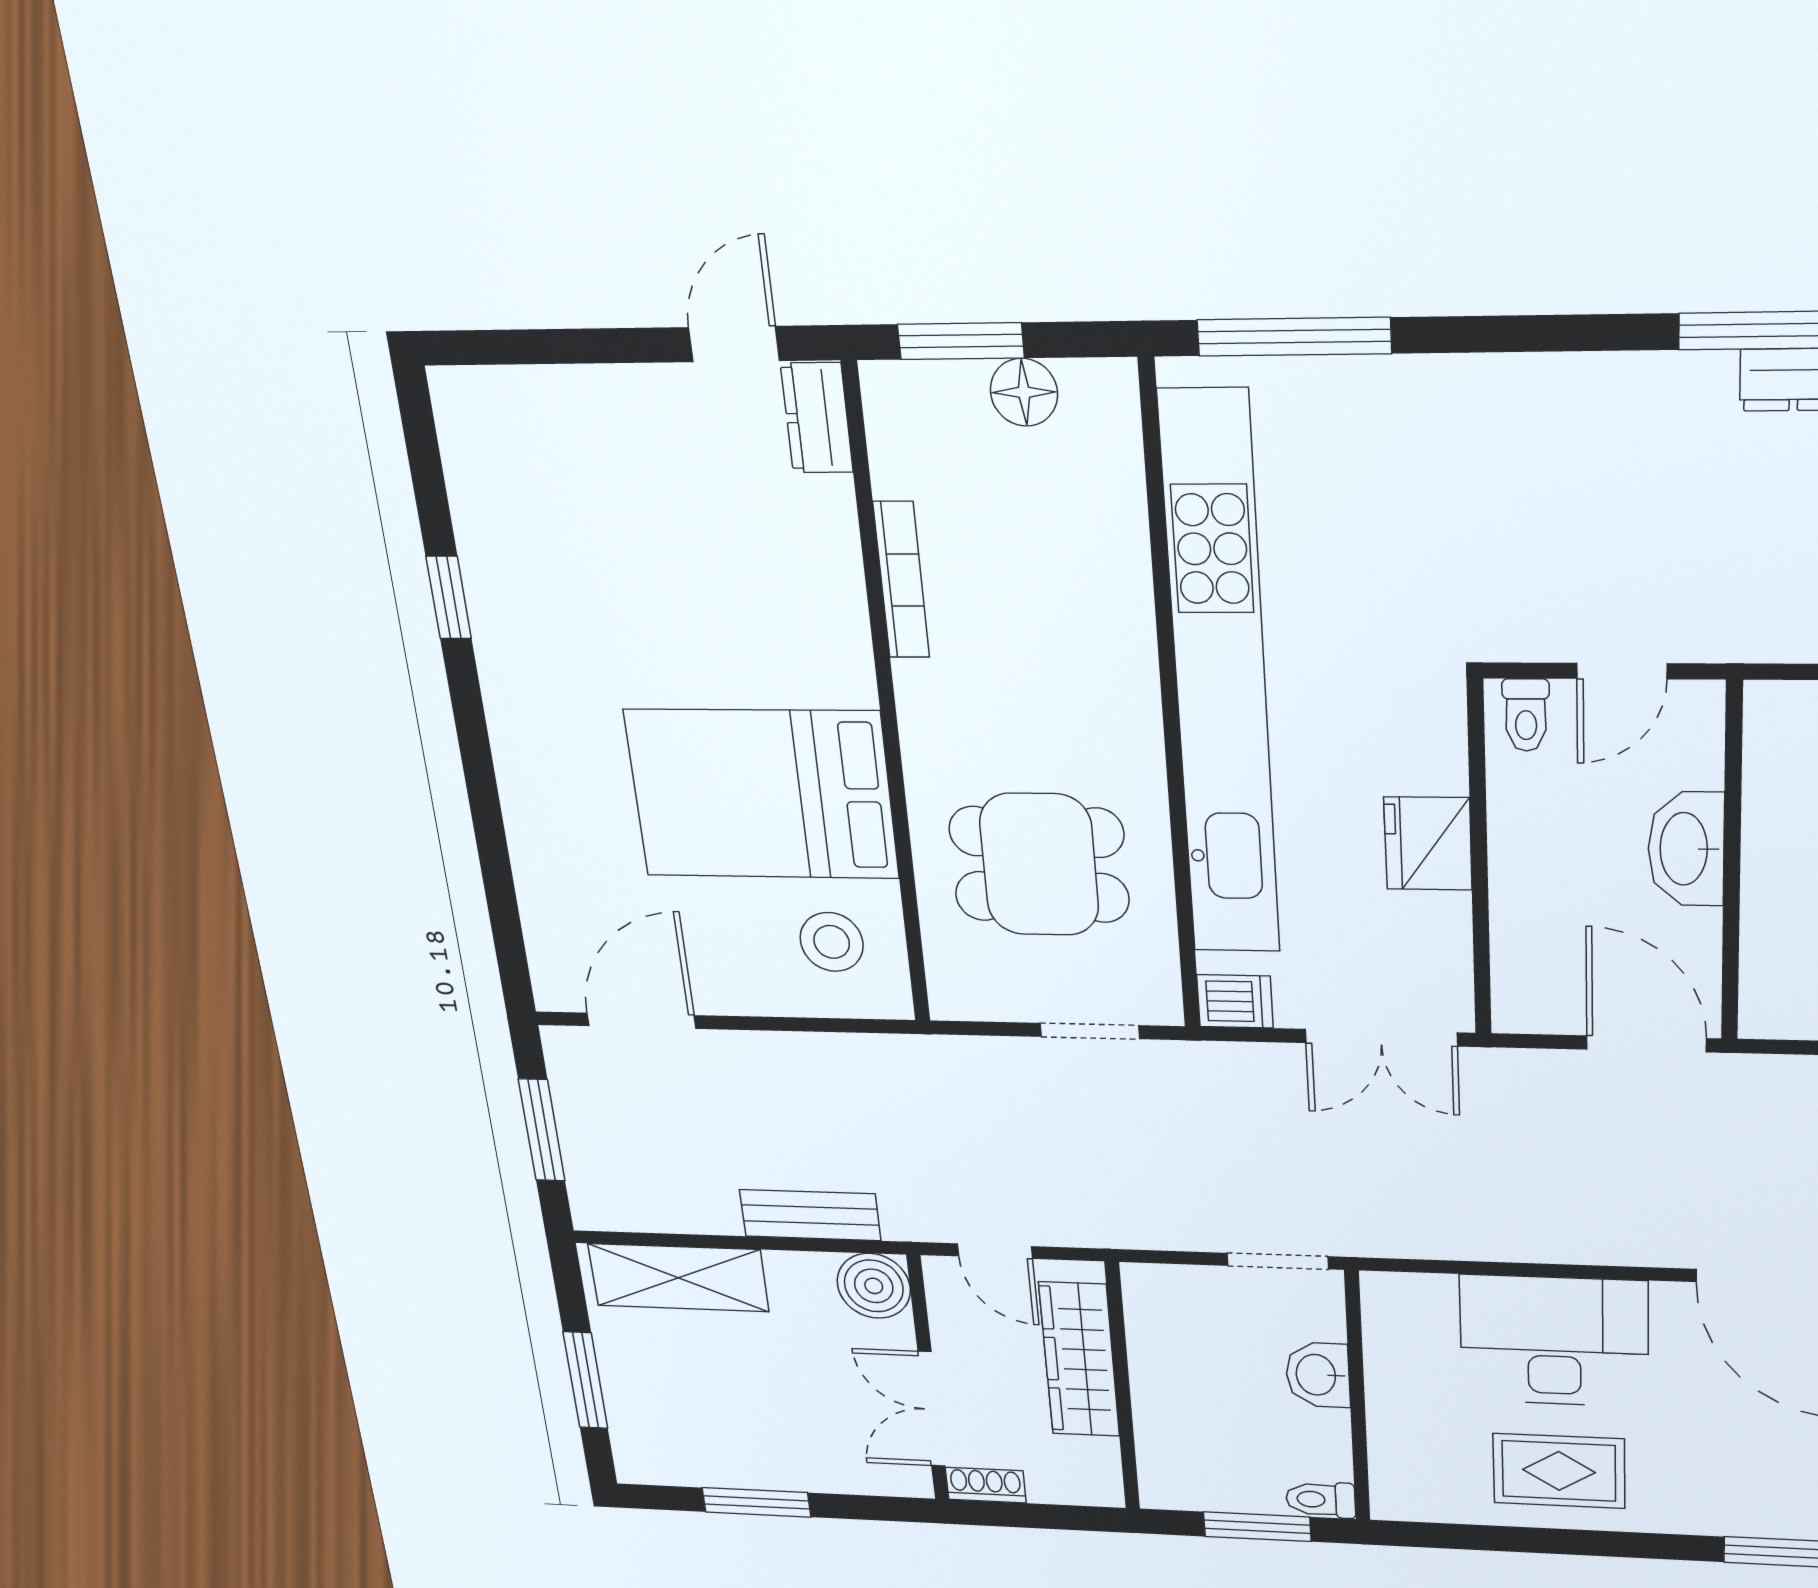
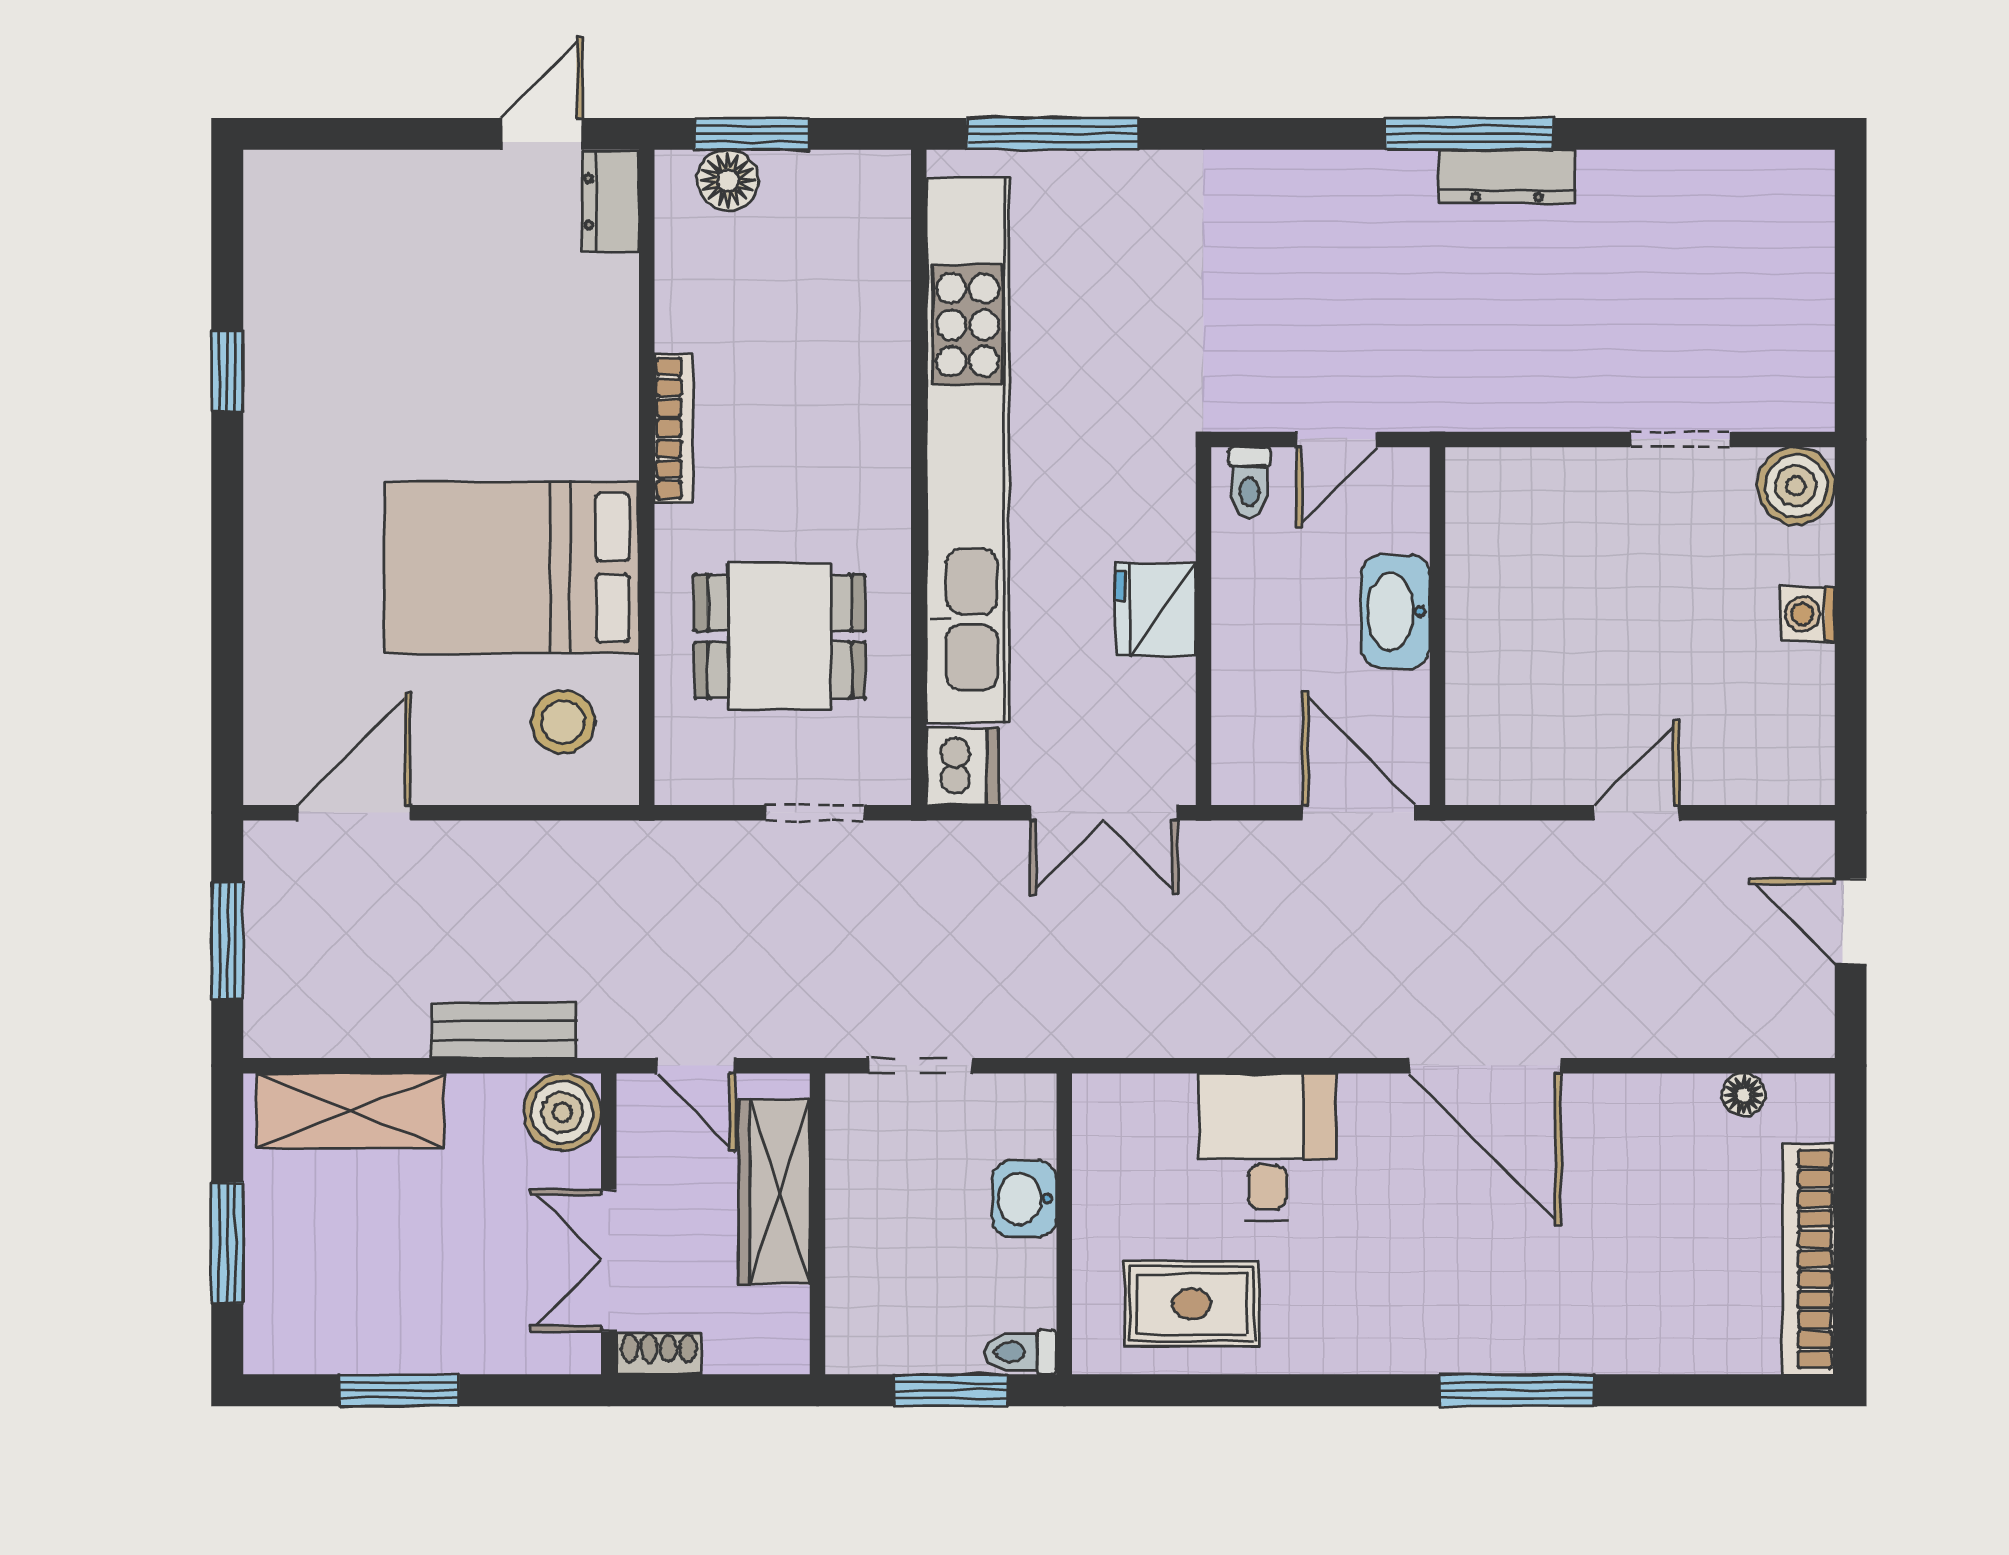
floor lamp: (1024, 392) -> (728, 180), moved
bookcase: (901, 580) -> (673, 428), moved
dishwasher: (1235, 1001) -> (962, 767), width x1.38
doorway: (1278, 1261) -> (921, 1066), moved
desk: (1554, 1341) -> (1267, 1147), width x0.73
rug: (1559, 1471) -> (1192, 1304), moved

